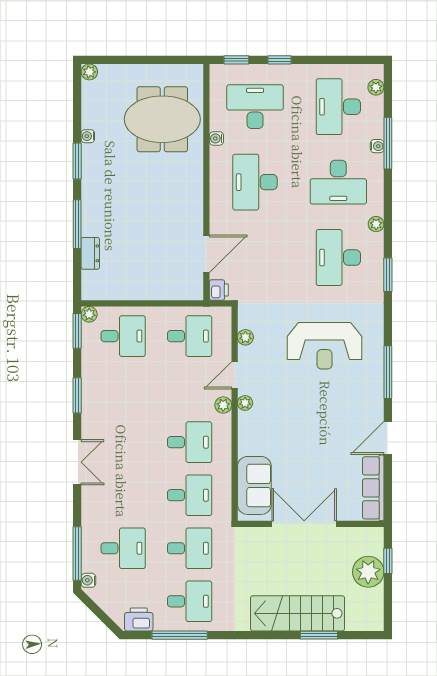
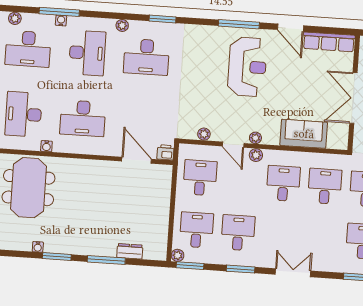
reception desk: (325, 346) -> (247, 67), moved
desk: (123, 389) -> (238, 233), added
sofa: (254, 485) -> (304, 134), moved

